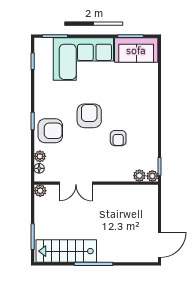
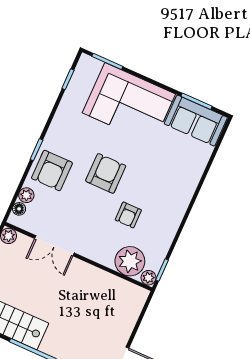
armchair: (50, 131) -> (52, 171), turned 90
plant: (139, 176) -> (130, 261), width x1.87, depth x1.87

